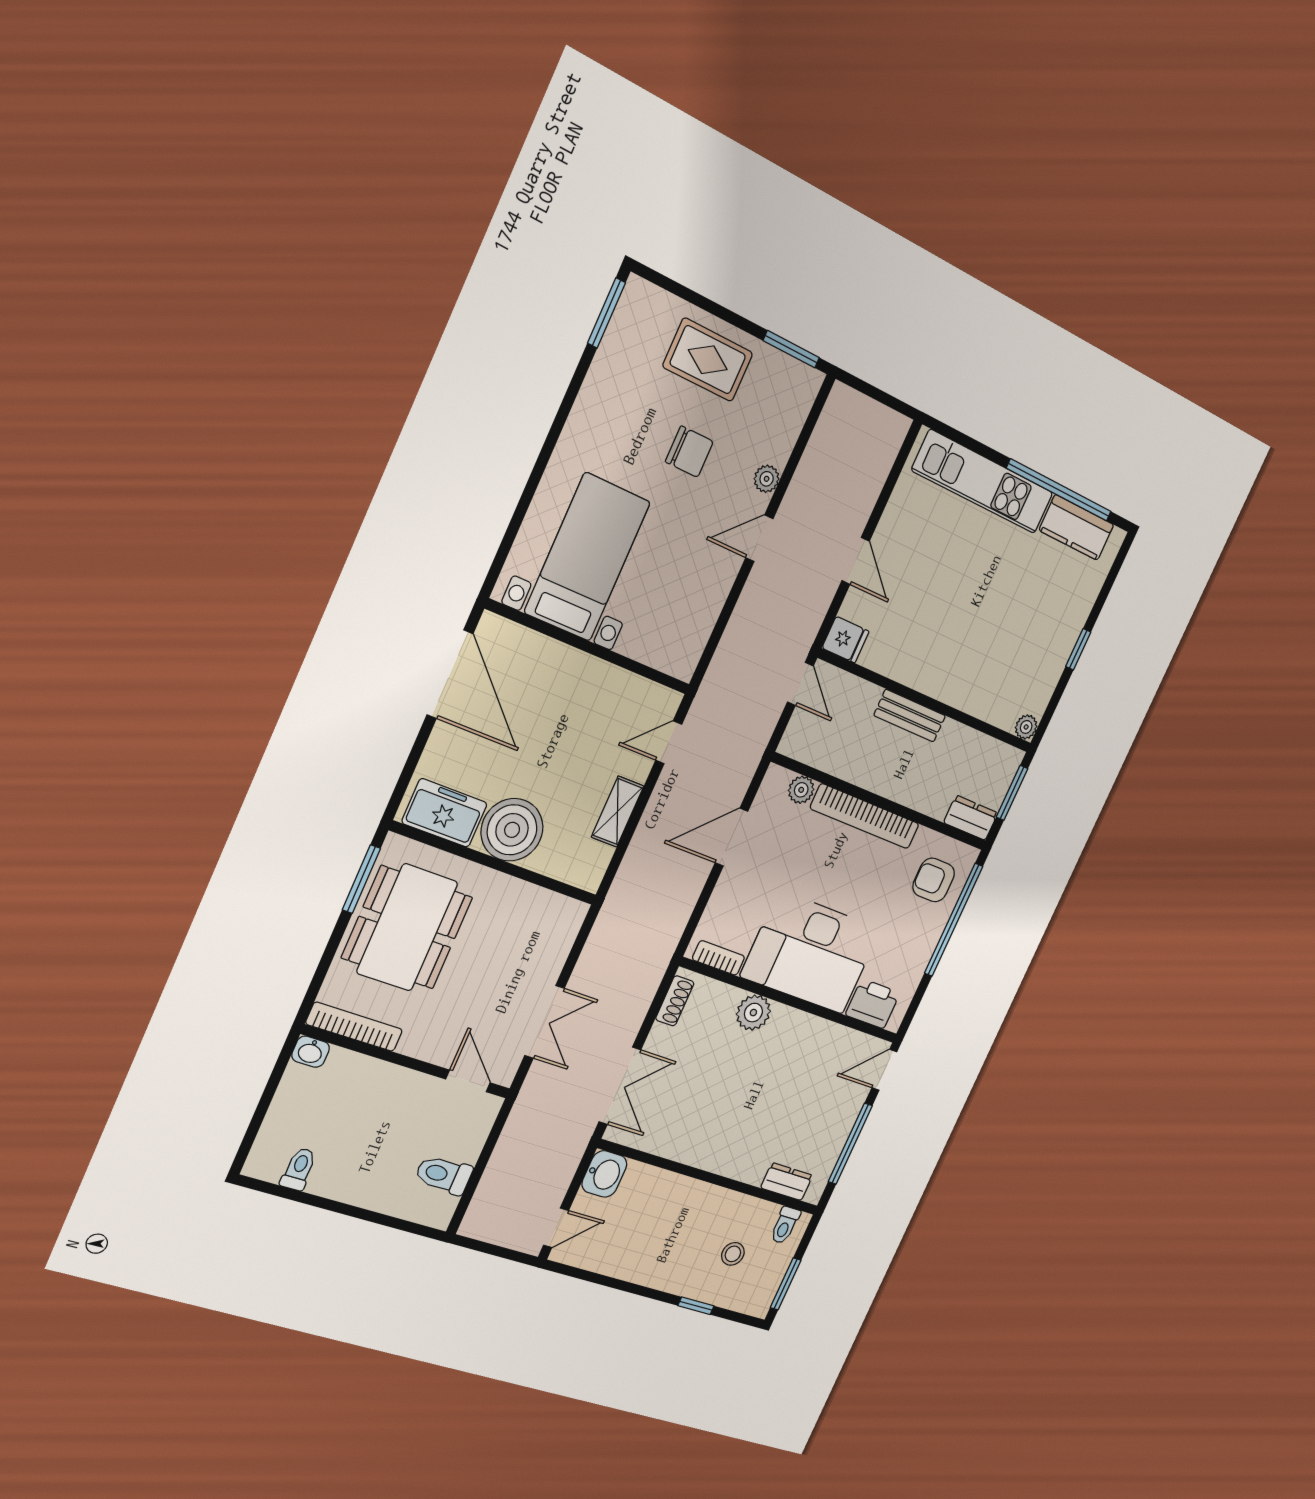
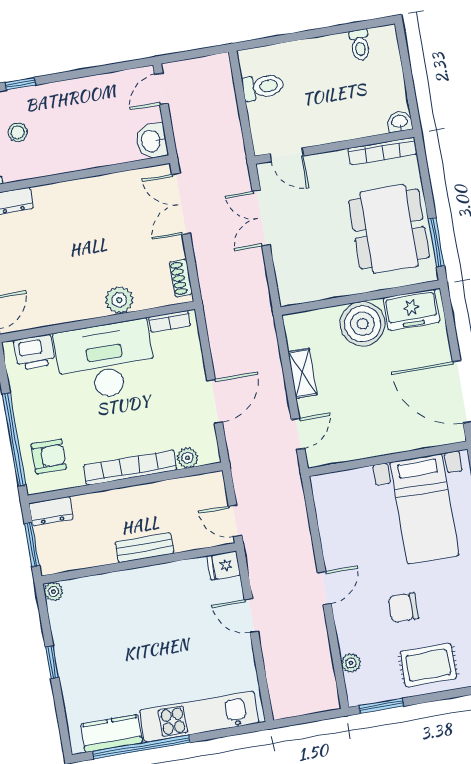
plant: (767, 479) -> (351, 663), moved

